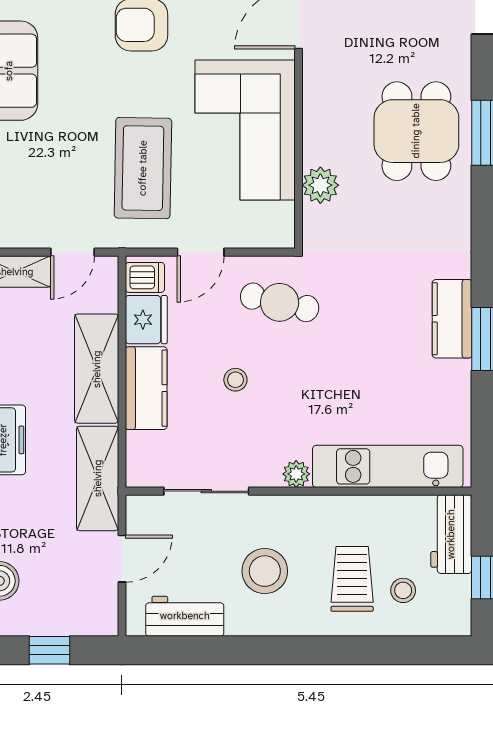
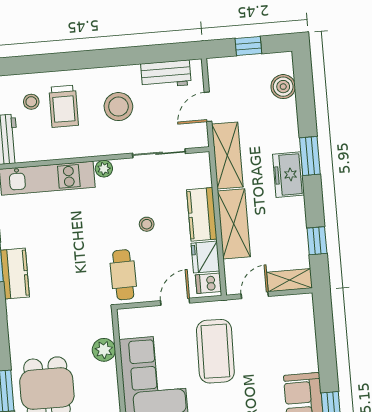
cafe table: (280, 302) -> (123, 275), turned 76

